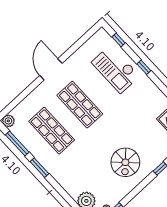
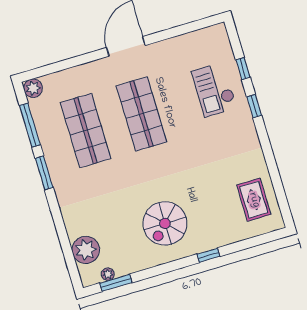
window: (119, 40) -> (243, 69), moved
checkout: (116, 69) -> (214, 90), width x0.73, depth x0.83

